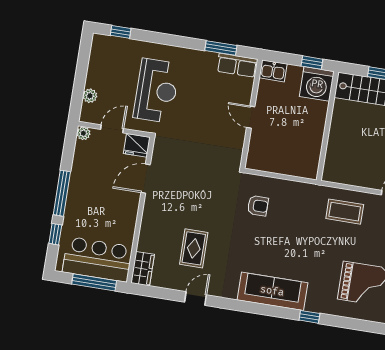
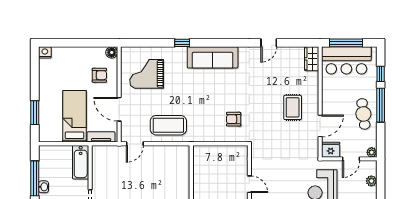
cafe table: (86, 185) -> (363, 114), added
coffee table: (345, 212) -> (168, 125), width x1.36, depth x1.32
rug: (194, 248) -> (293, 107), moved

